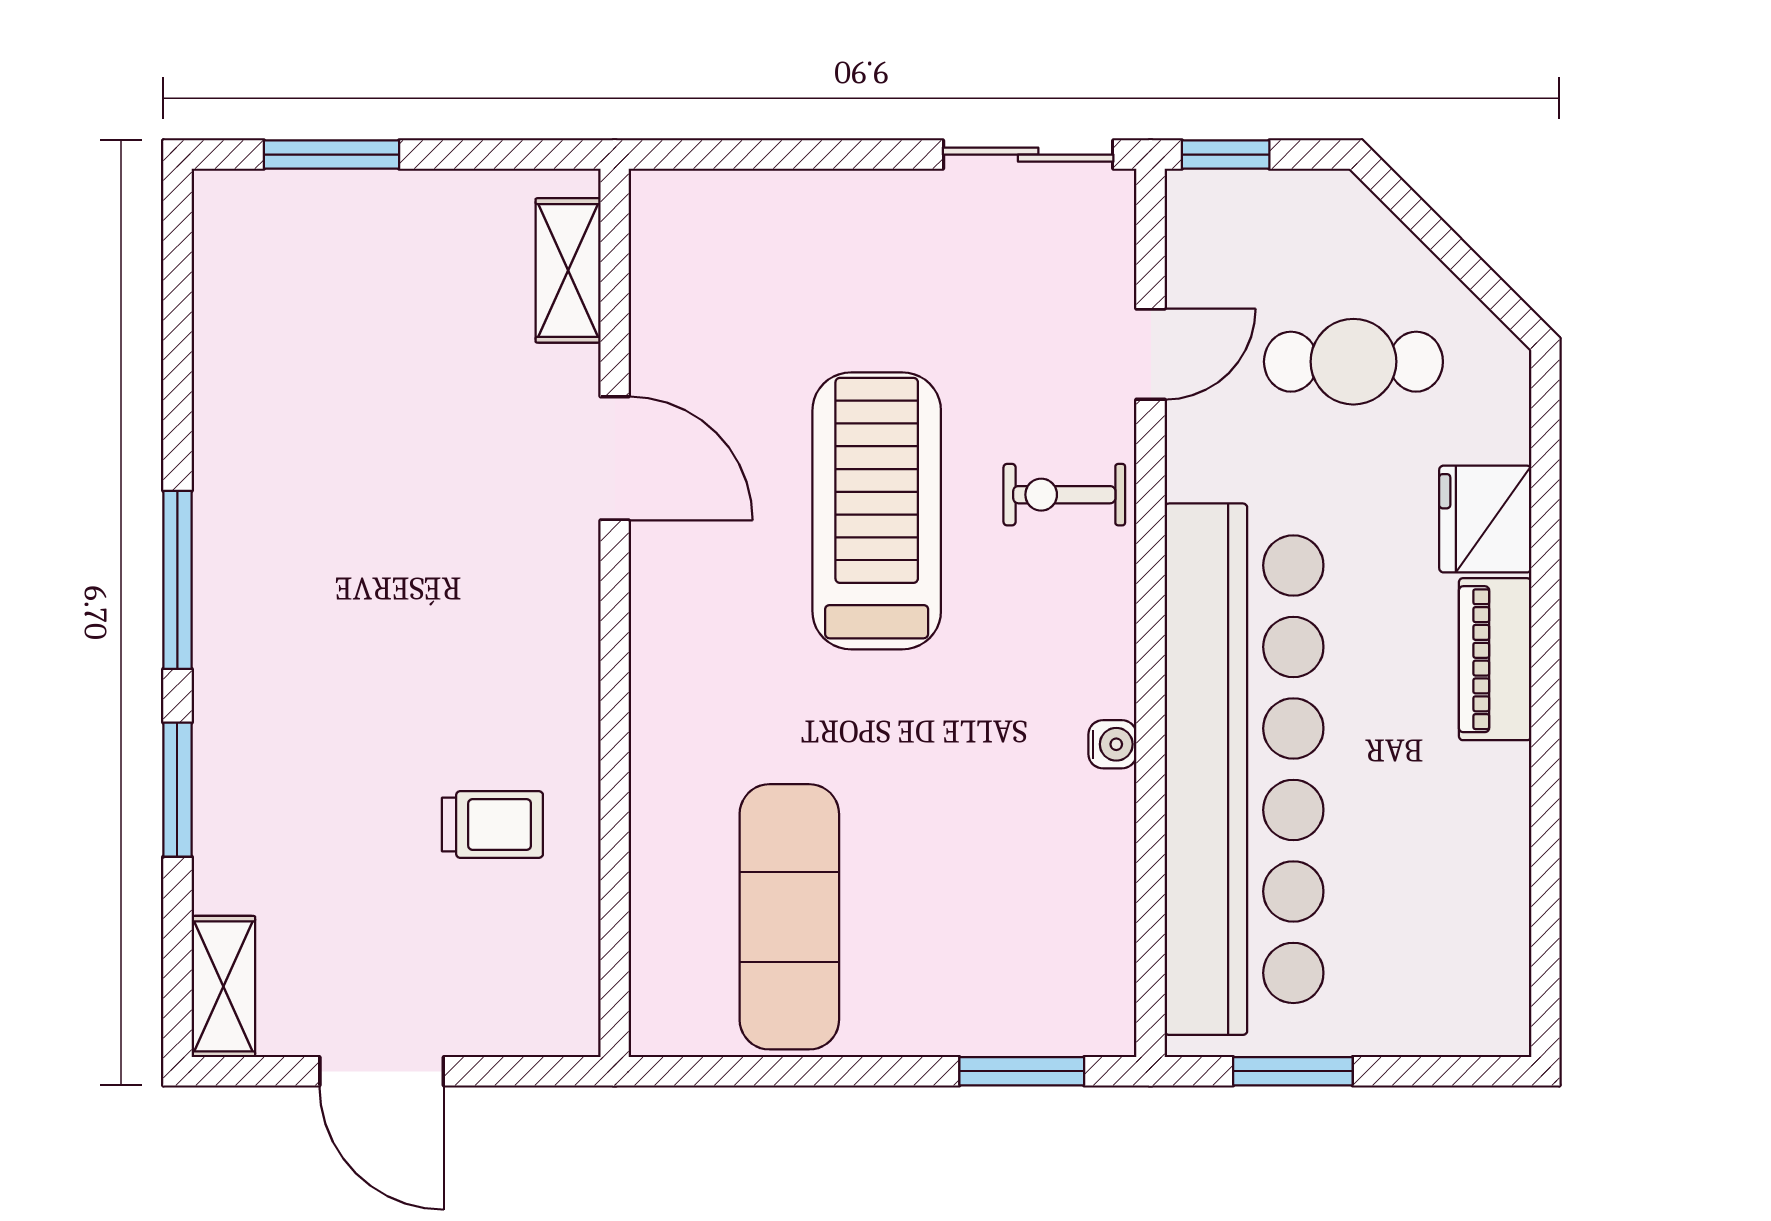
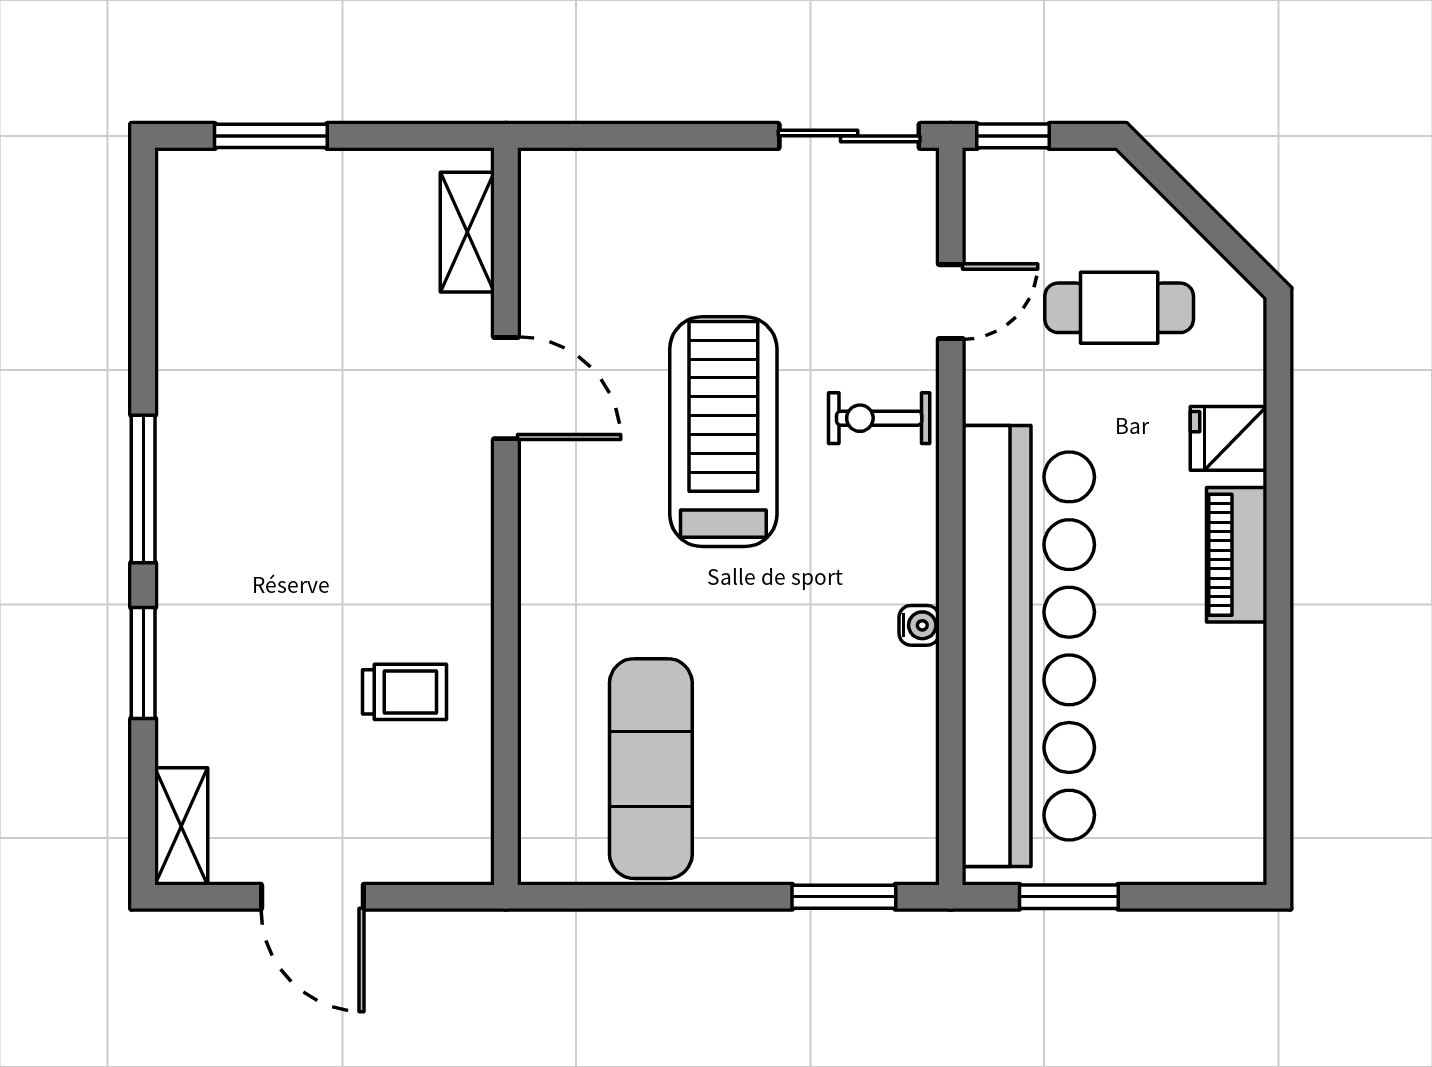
fridge: (1485, 519) -> (1229, 438), width x0.72

